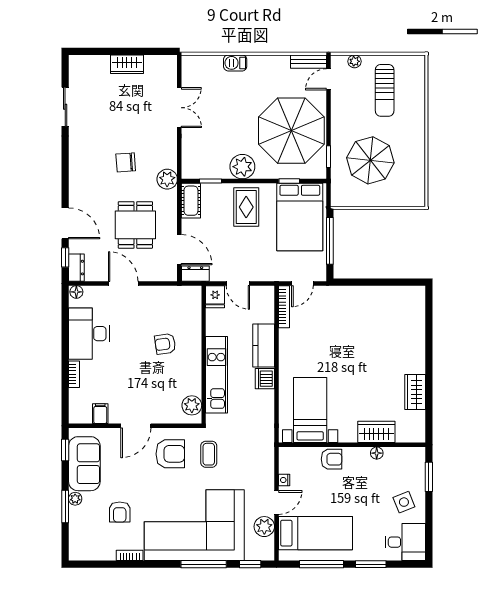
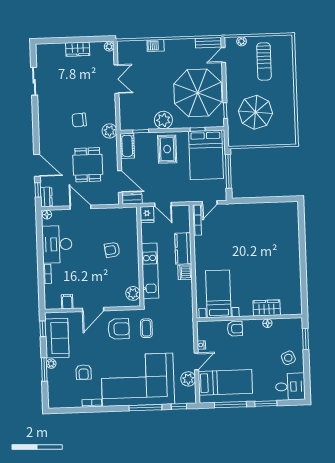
plant: (171, 62) -> (109, 46), added
wardrobe: (415, 392) -> (294, 278), removed

